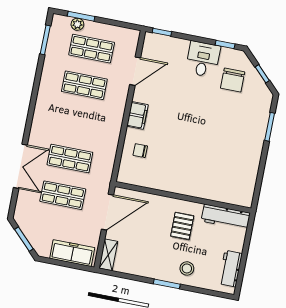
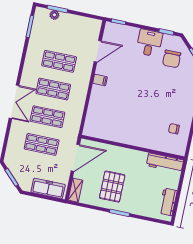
shop shelf: (92, 49) -> (53, 89), moved
filing cabinet: (137, 115) -> (100, 80), width x0.50
chair: (140, 151) -> (174, 129), moved
double door: (20, 166) -> (14, 102), moved
pallet: (182, 226) -> (112, 187), moved, width x1.50, depth x1.42
stool: (187, 268) -> (135, 201), removed

